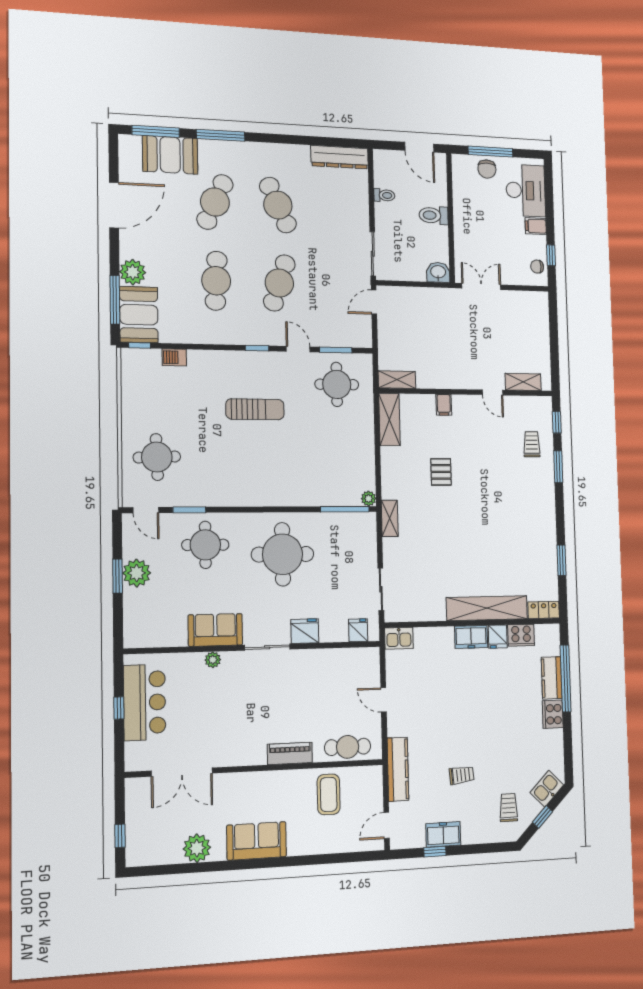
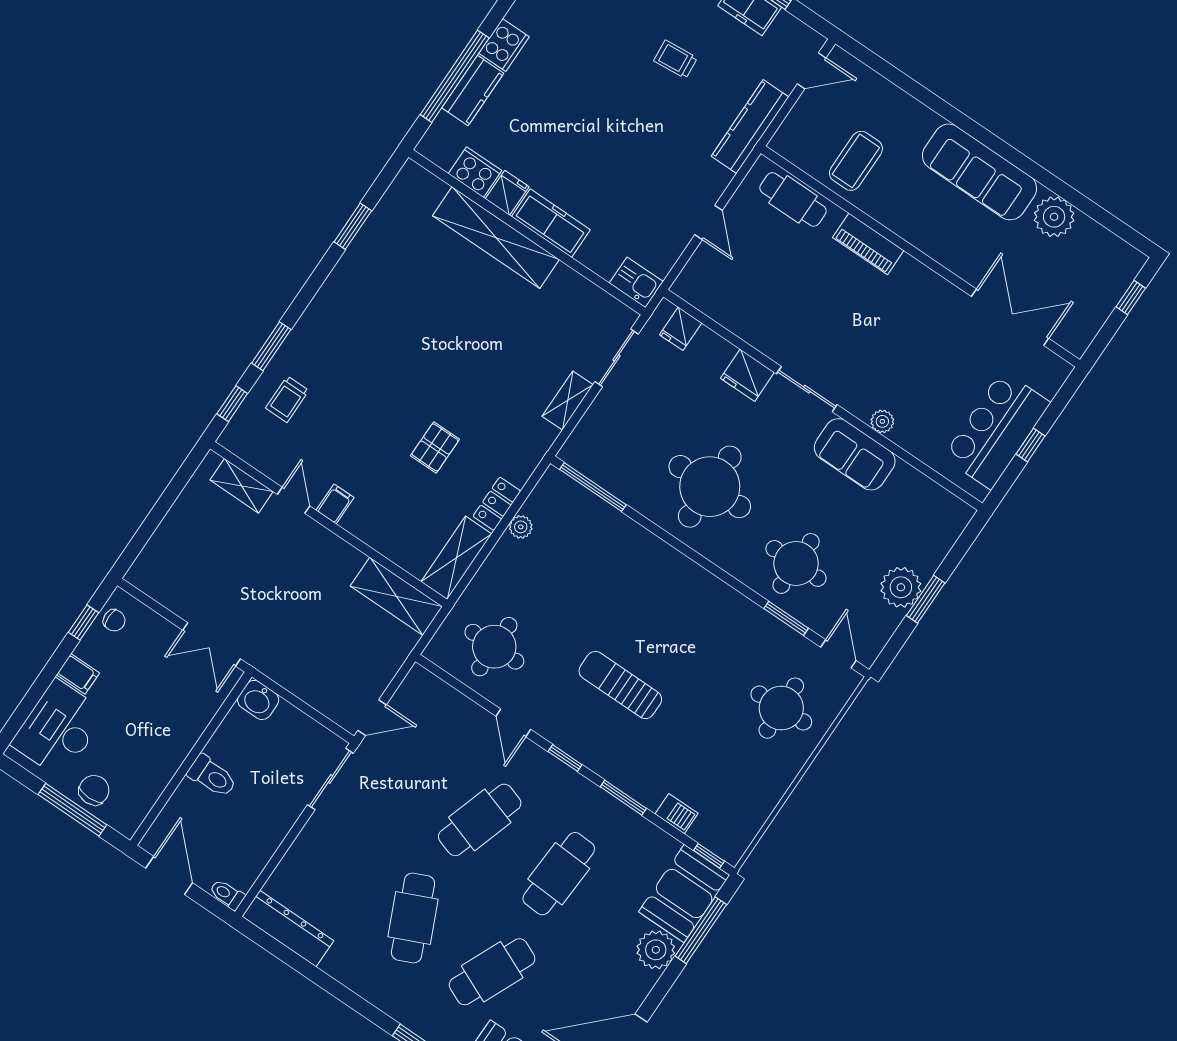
toilet: (384, 195) -> (227, 894), moved
window: (336, 350) -> (623, 798), moved
shelving: (397, 380) -> (396, 596), width x1.50, depth x1.33
filing cabinet: (444, 405) -> (335, 504), moved
plant: (369, 499) -> (521, 527), moved
shelving: (390, 518) -> (568, 400), moved
locker: (544, 610) -> (497, 504), moved, turned 90
freezer: (471, 637) -> (551, 223), width x1.40
sofa: (257, 841) -> (980, 172), width x1.36

